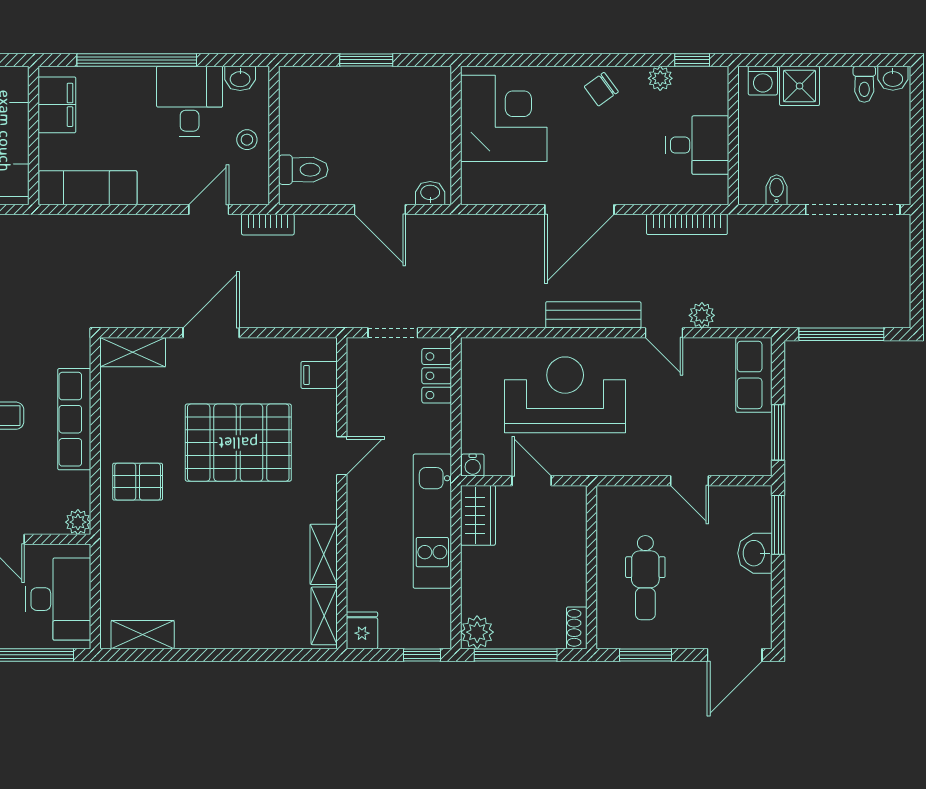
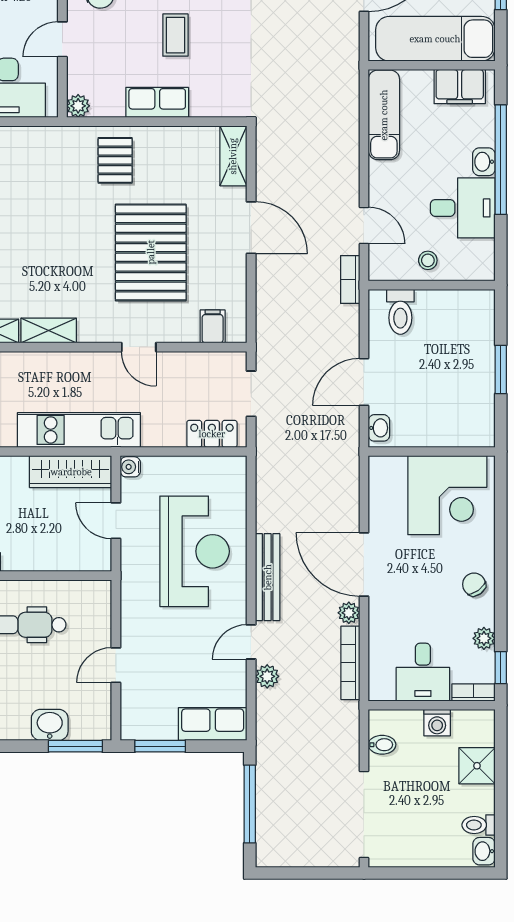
washbasin: (240, 78) -> (484, 162), moved
washing machine: (763, 81) -> (437, 723), moved, turned -90
bookcase: (719, 90) -> (474, 692), added
plant: (632, 226) -> (349, 613), added
row of seats: (74, 419) -> (157, 102), width x0.68
door: (532, 481) -> (116, 521), swing flipped
wardrobe: (478, 515) -> (71, 472), width x1.50

